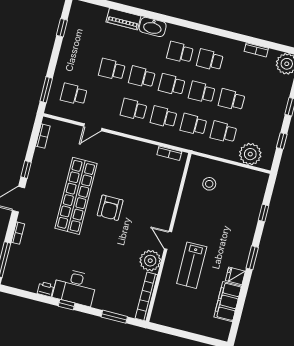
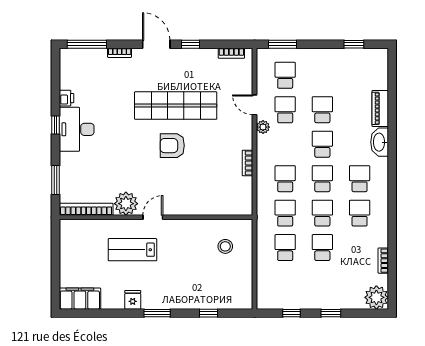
school desk: (134, 109) -> (285, 110), moved
bookcase: (169, 153) -> (248, 163), moved
plant: (250, 154) -> (263, 127), moved, width x0.53, depth x0.53
filing cabinet: (228, 302) -> (80, 299), moved

